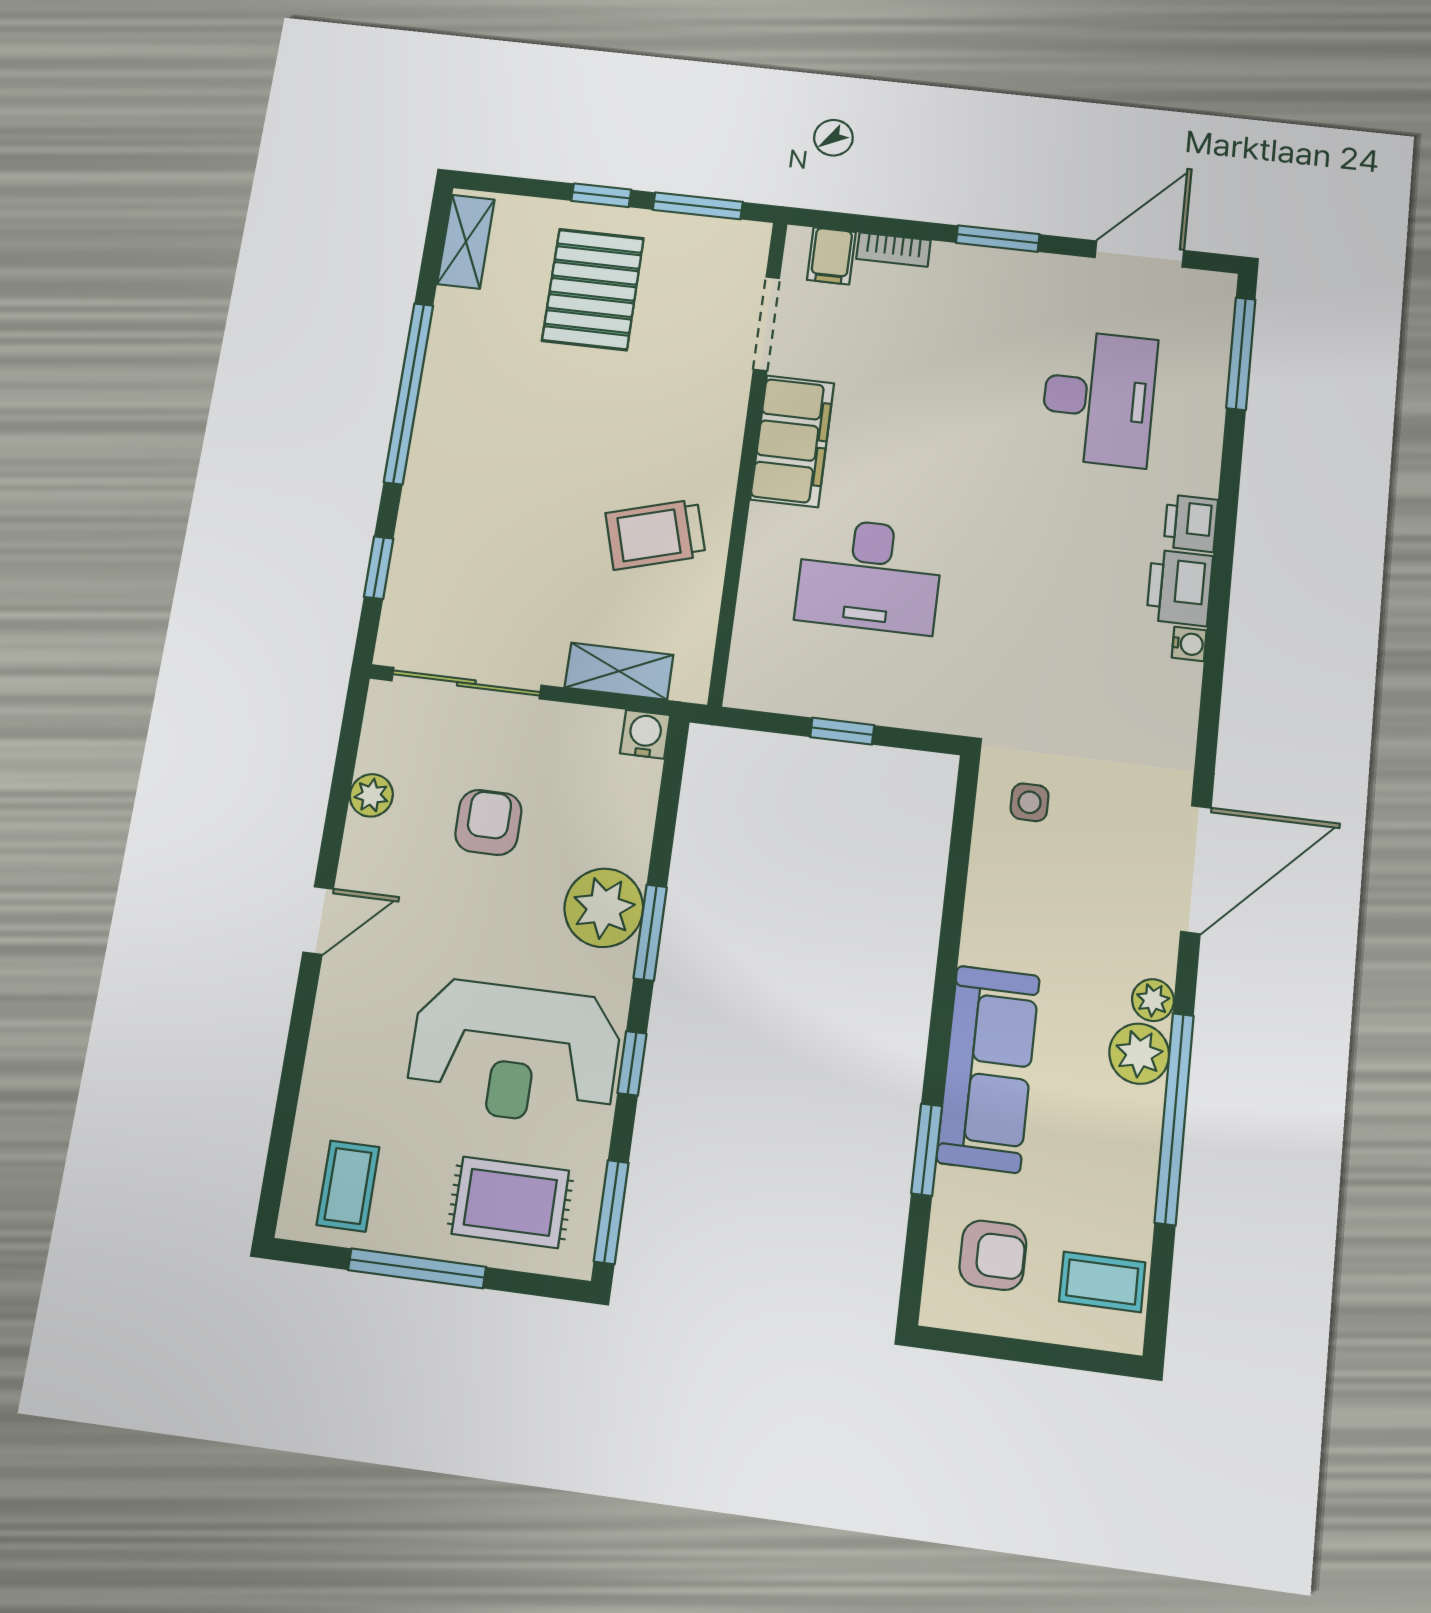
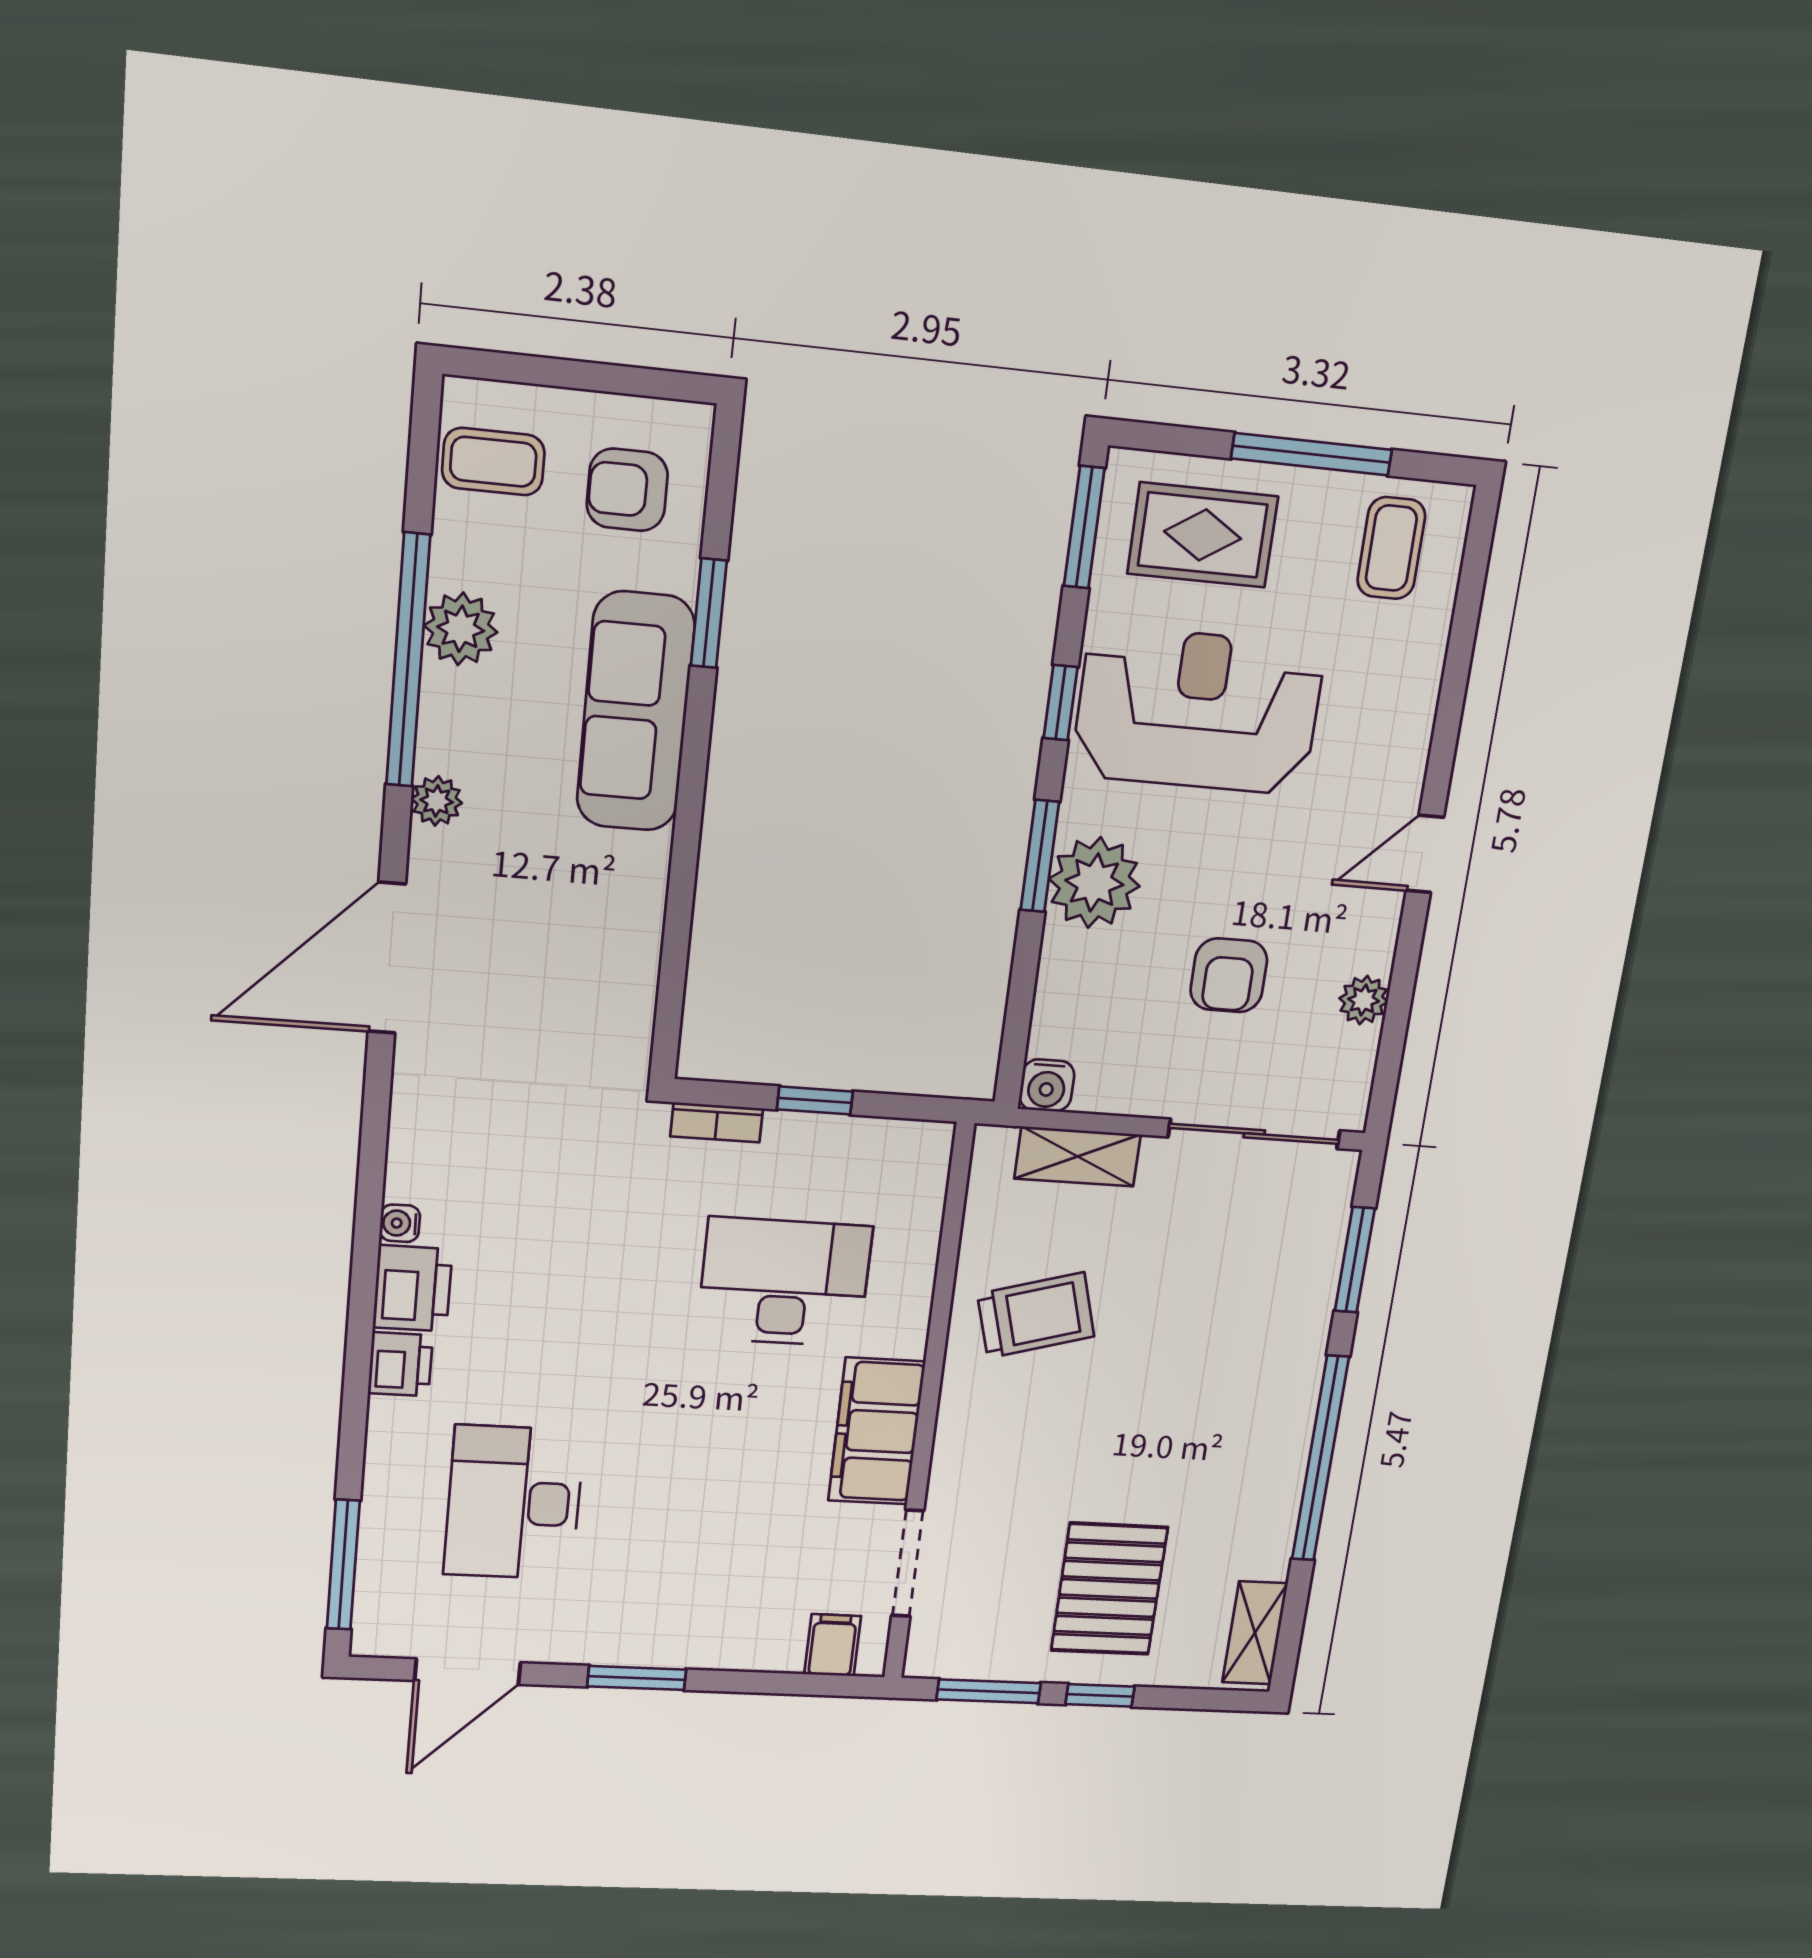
bookcase: (893, 250) -> (717, 1122), moved, turned 180
window: (379, 568) -> (1355, 1260), width x1.50
side table: (1030, 802) -> (590, 1028), removed
plant: (1139, 1054) -> (461, 629), moved

